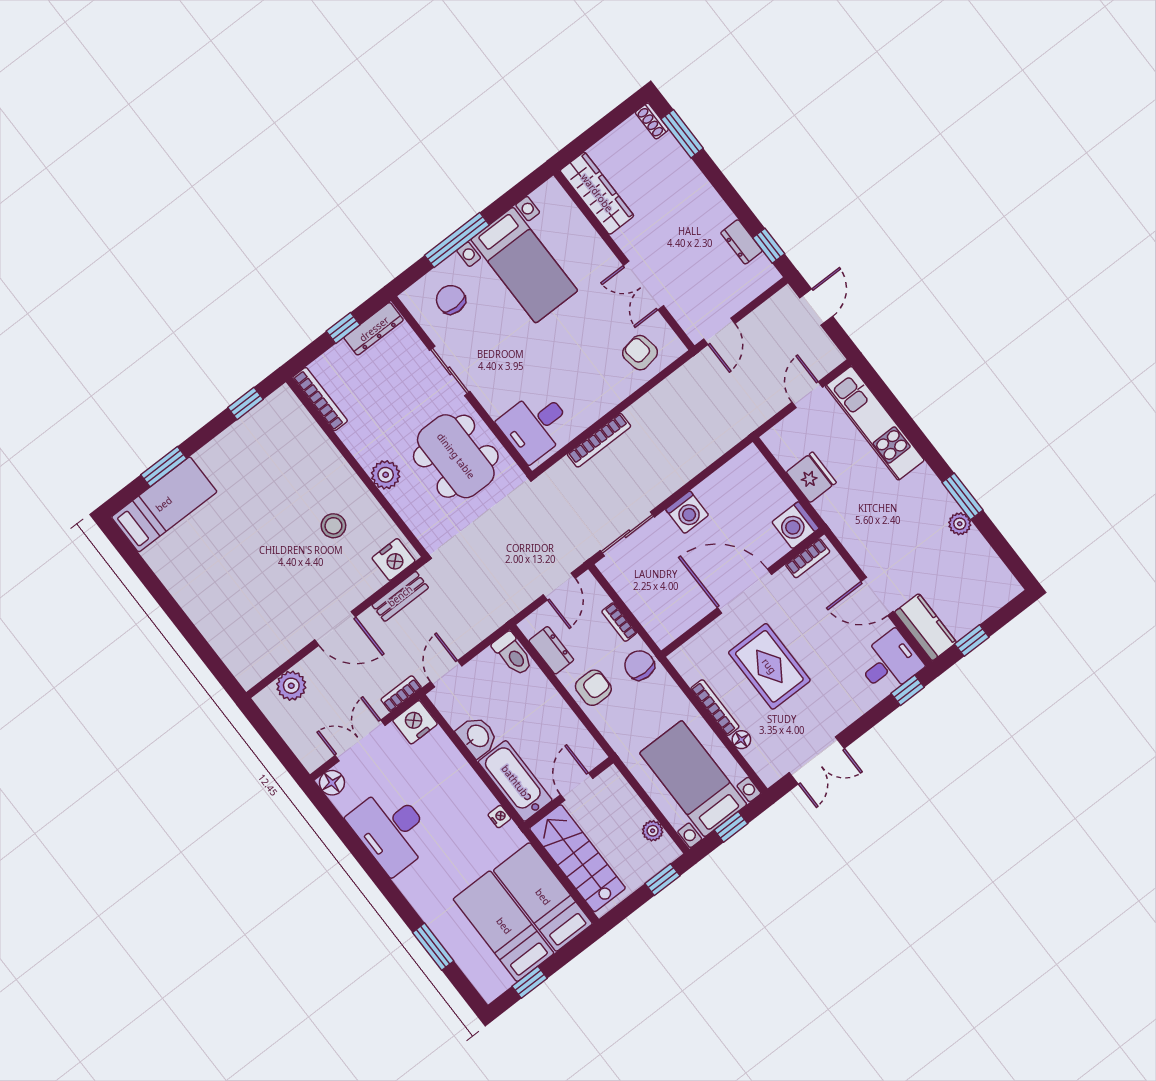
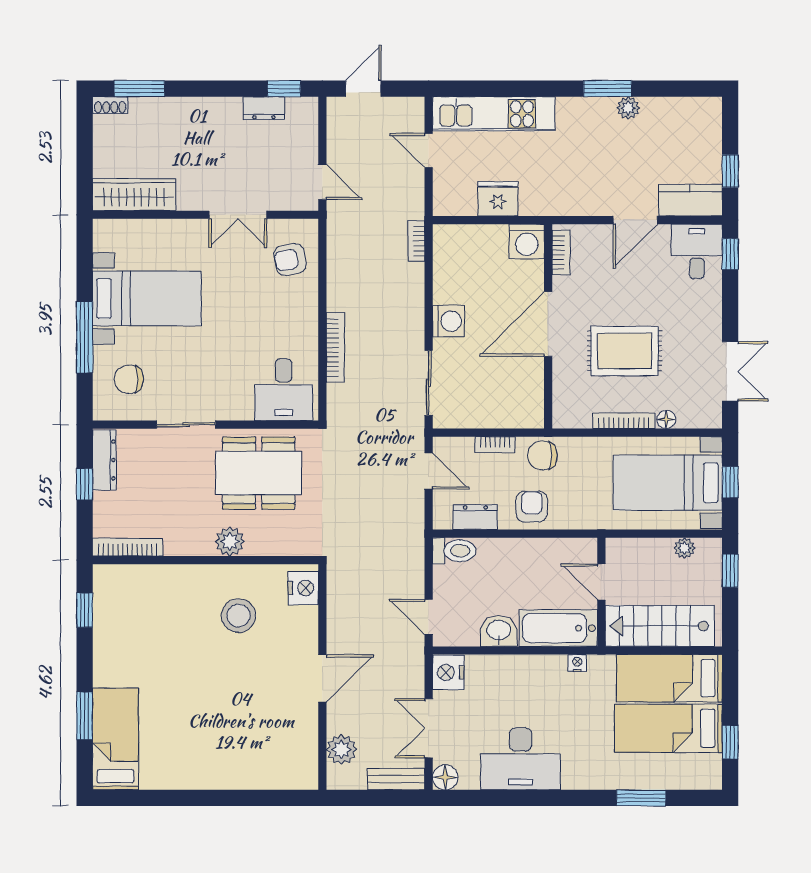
door: (816, 307) -> (363, 89), hinge flipped
stool: (333, 526) -> (238, 616), width x1.38, depth x1.38
bench: (400, 596) -> (396, 779), moved, turned 90
bookcase: (401, 694) -> (416, 241), moved

